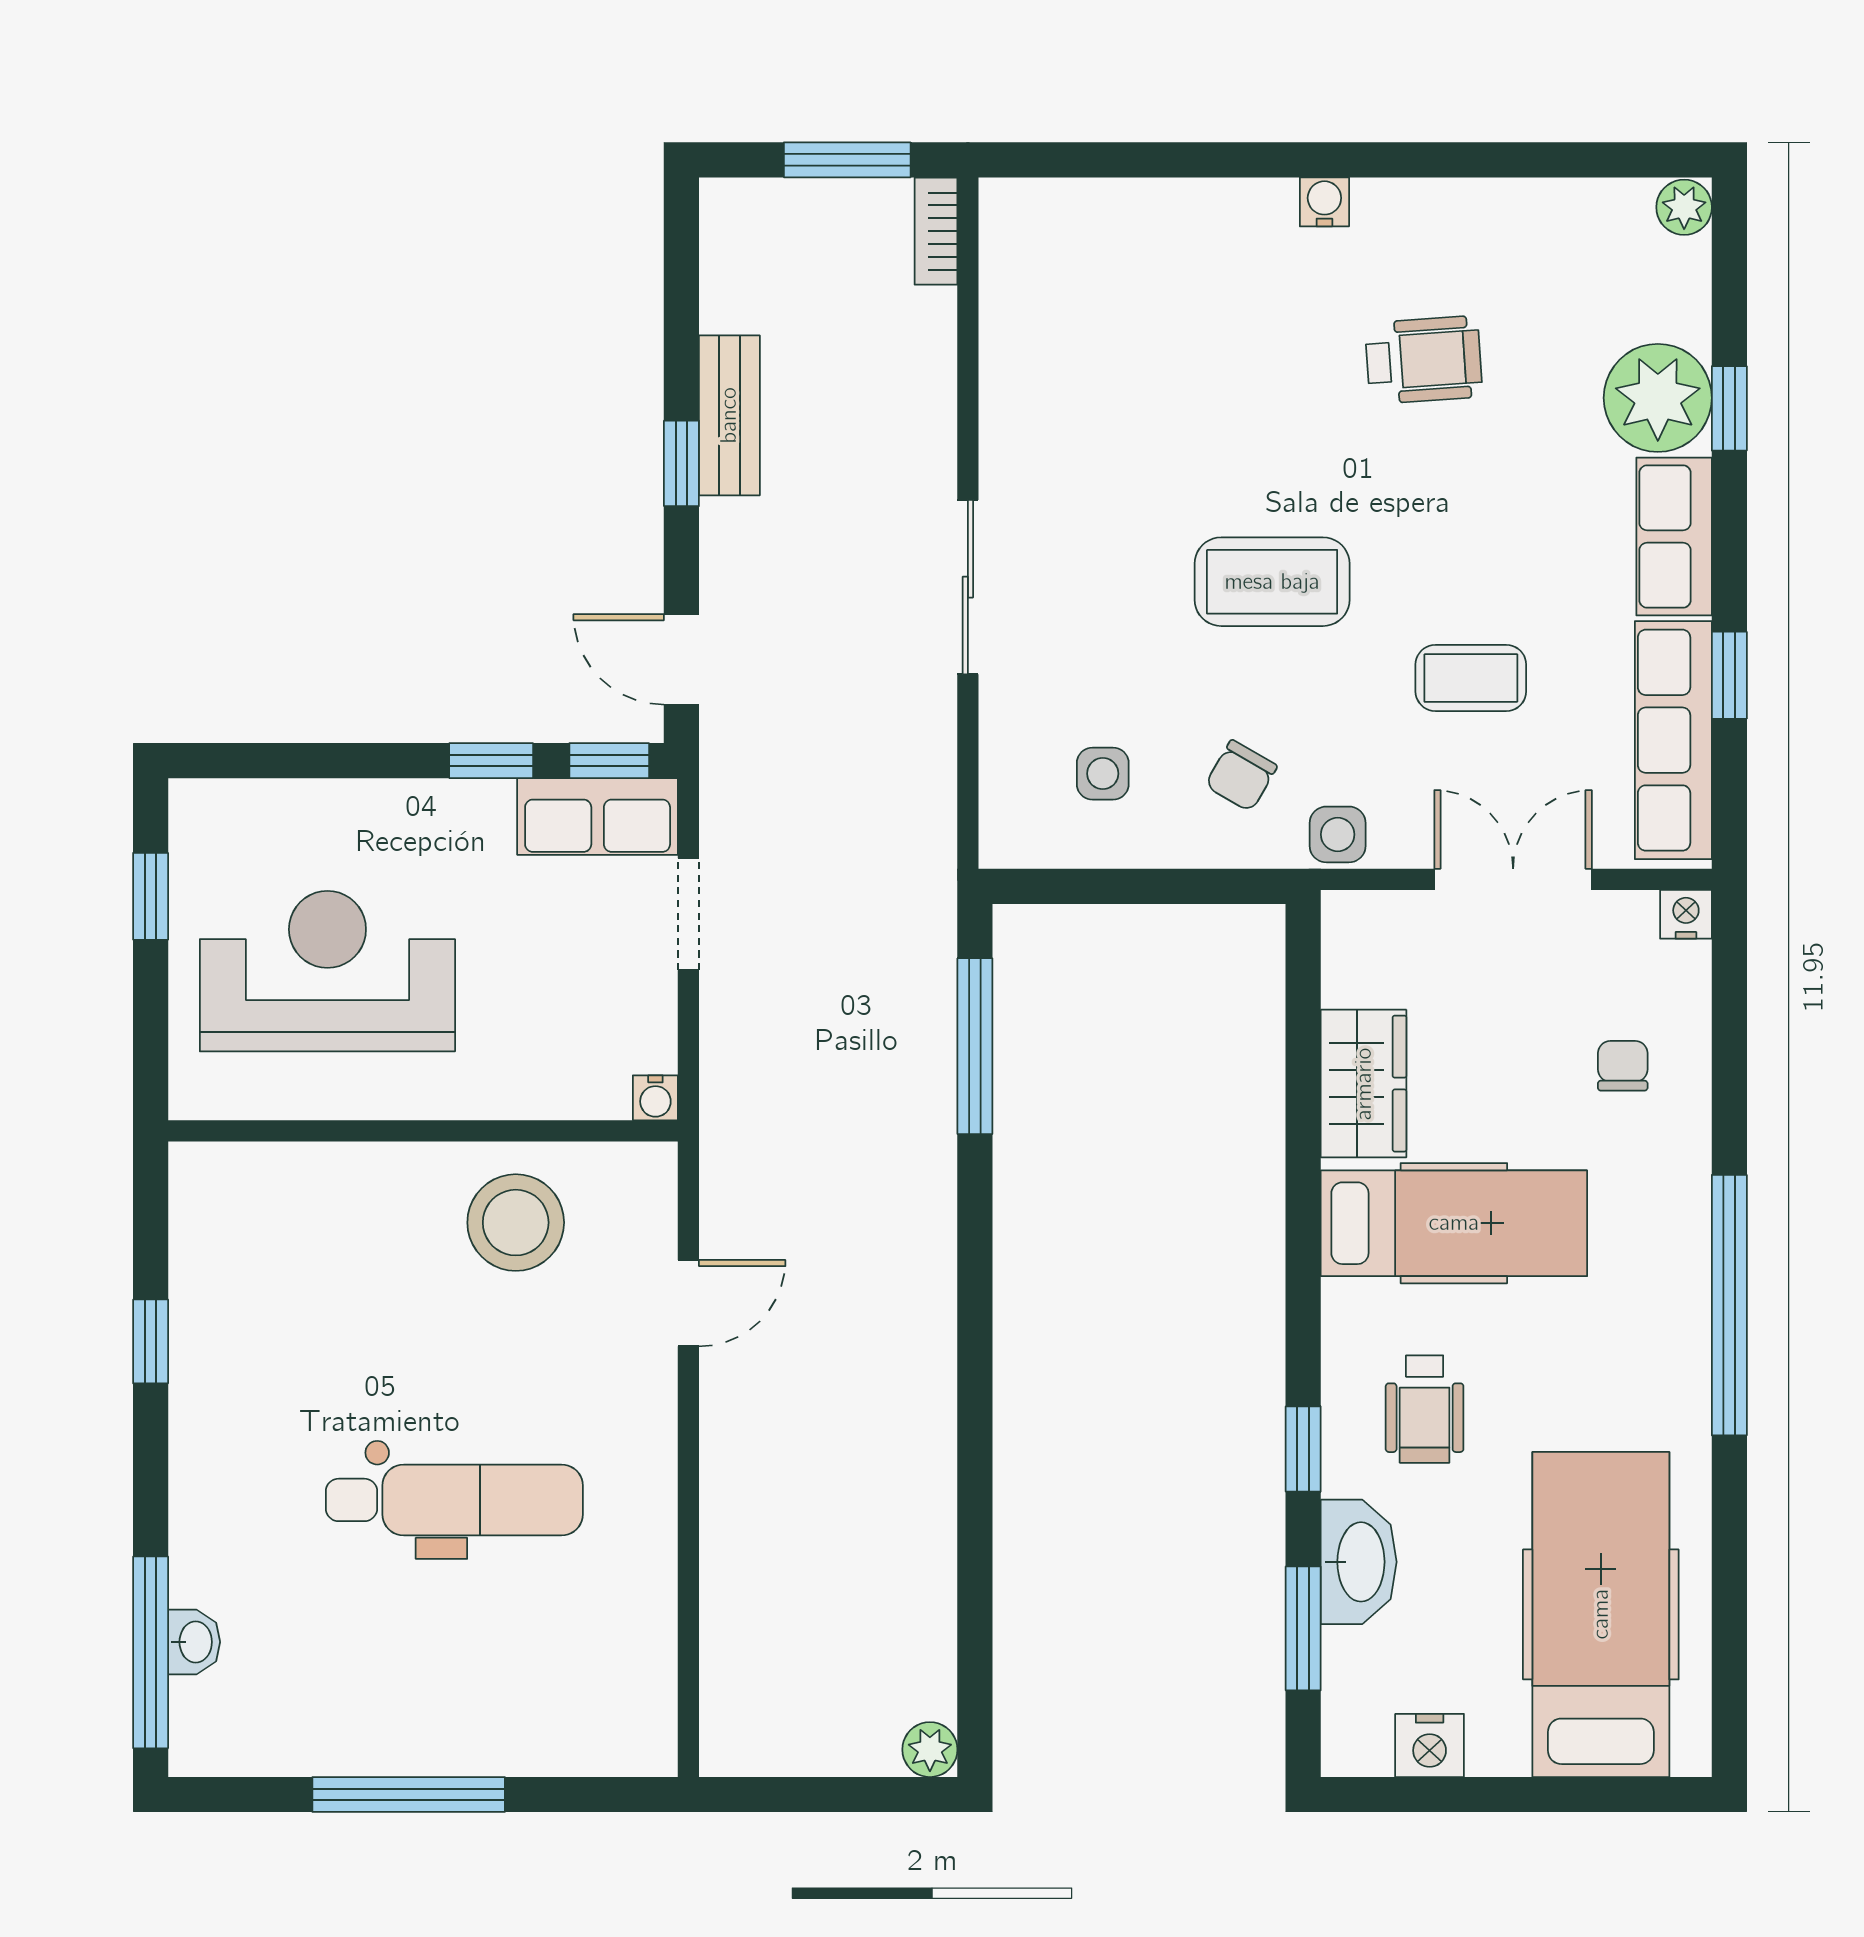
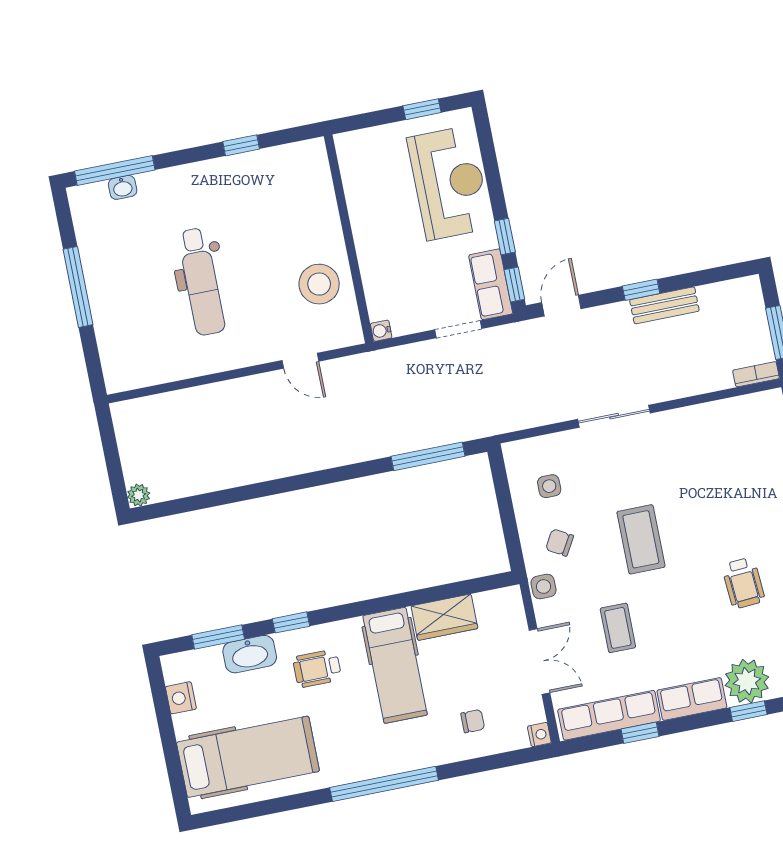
reception desk: (327, 971) -> (449, 183), moved

